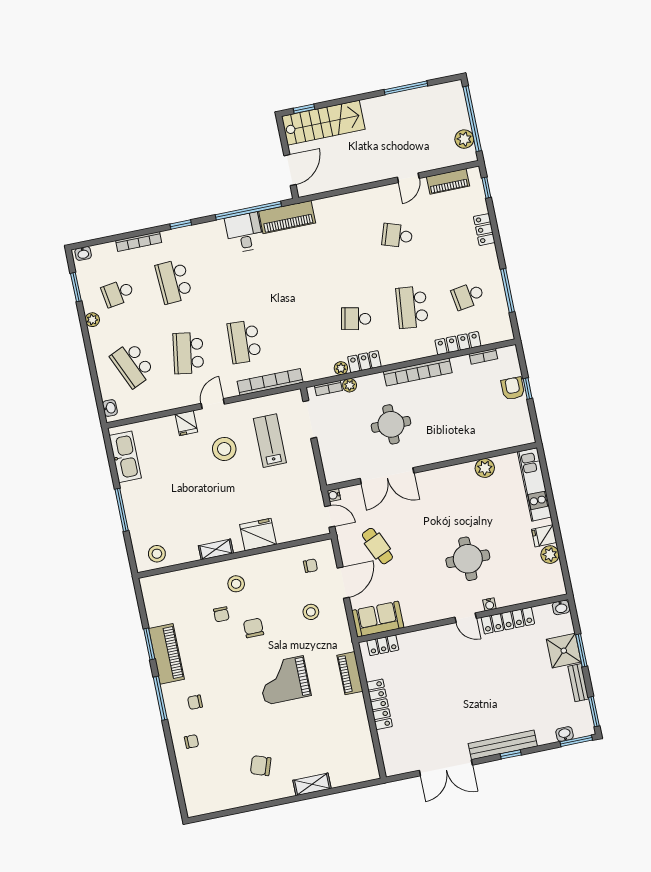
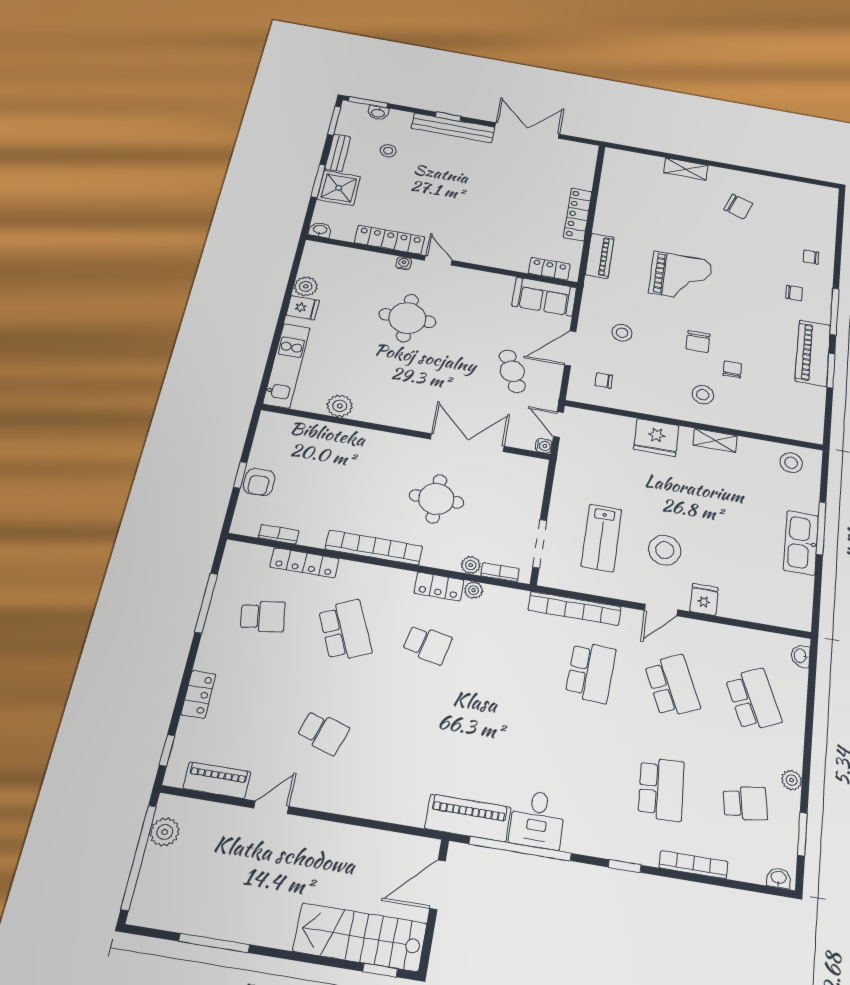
school desk: (412, 307) -> (345, 630), turned -30
school desk: (188, 353) -> (672, 686), turned -33
kitchen sink: (125, 457) -> (801, 543), moved
stool: (542, 701) -> (388, 151), added

